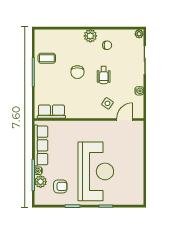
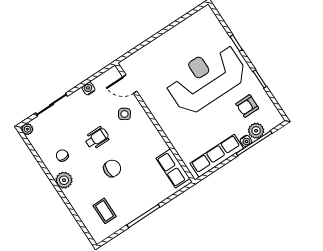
coffee table: (47, 58) -> (105, 211), moved
armchair: (60, 186) -> (247, 106), turned -90

